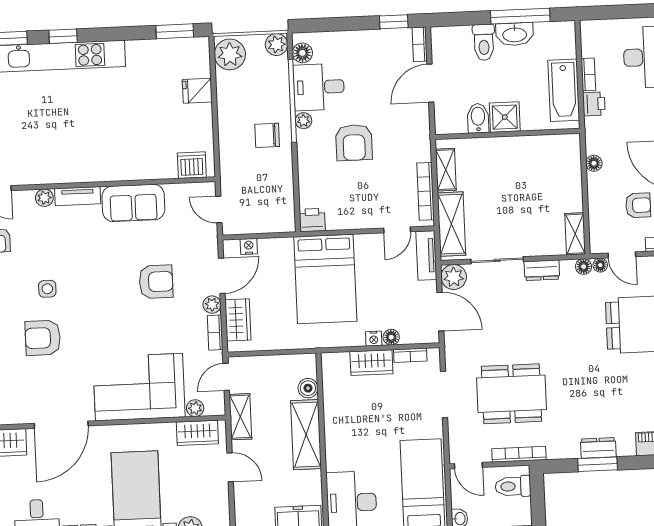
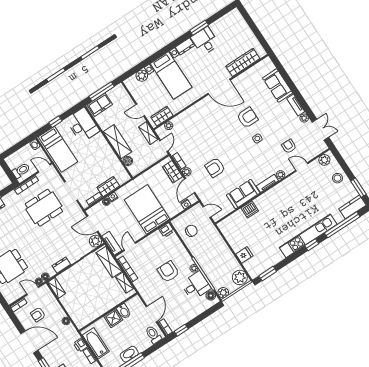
toilet: (484, 42) -> (153, 335), moved
chair: (267, 135) -> (191, 231), moved
dishwasher: (192, 165) -> (250, 210), moved
corner sofa: (139, 387) -> (197, 121), removed
door: (61, 425) -> (219, 87), swing flipped

